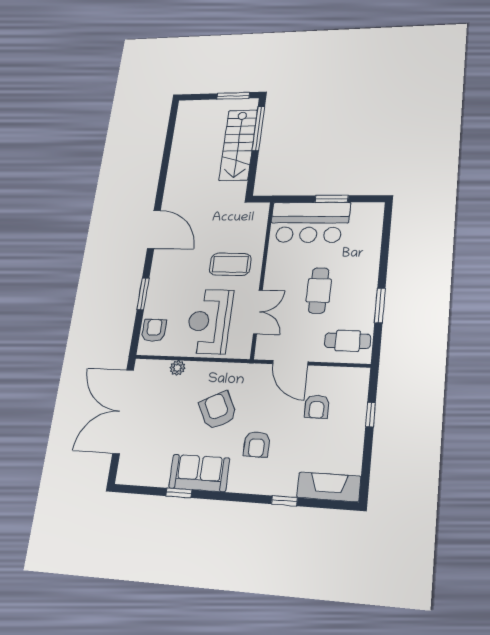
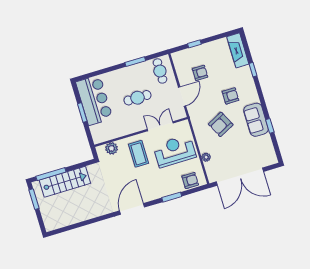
bar counter: (310, 222) -> (94, 100), moved
plant: (257, 226) -> (112, 148), added
reception desk: (209, 321) -> (175, 151), turned 180
armchair: (154, 330) -> (190, 181), turned 180

